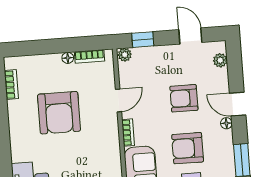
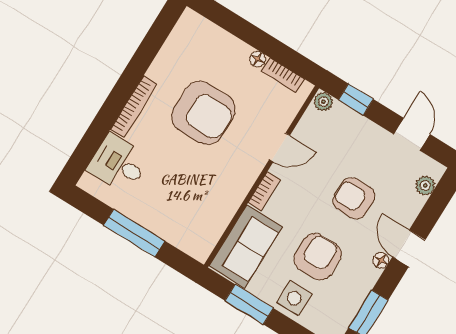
bookcase: (11, 85) -> (134, 107), moved, width x1.56
armchair: (59, 113) -> (203, 113), turned -90
armchair: (188, 148) -> (318, 257), turned 90

